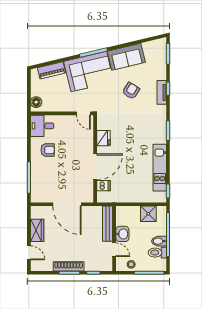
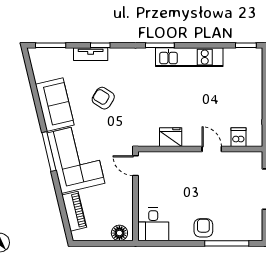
tv unit: (162, 92) -> (91, 54), moved
door: (83, 113) -> (136, 166), swing flipped
armchair: (48, 150) -> (203, 228), moved
door: (95, 167) -> (212, 149), width x0.53
kitchen unit: (160, 168) -> (189, 57), moved

